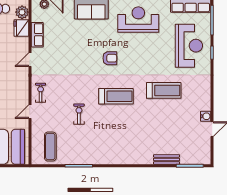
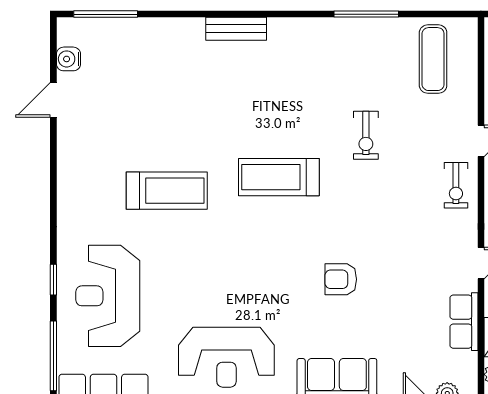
armchair: (110, 58) -> (341, 279), moved
treadmill: (164, 90) -> (167, 191), turned 180
water cooler: (206, 116) -> (68, 59), moved
bench: (167, 159) -> (236, 29), moved

